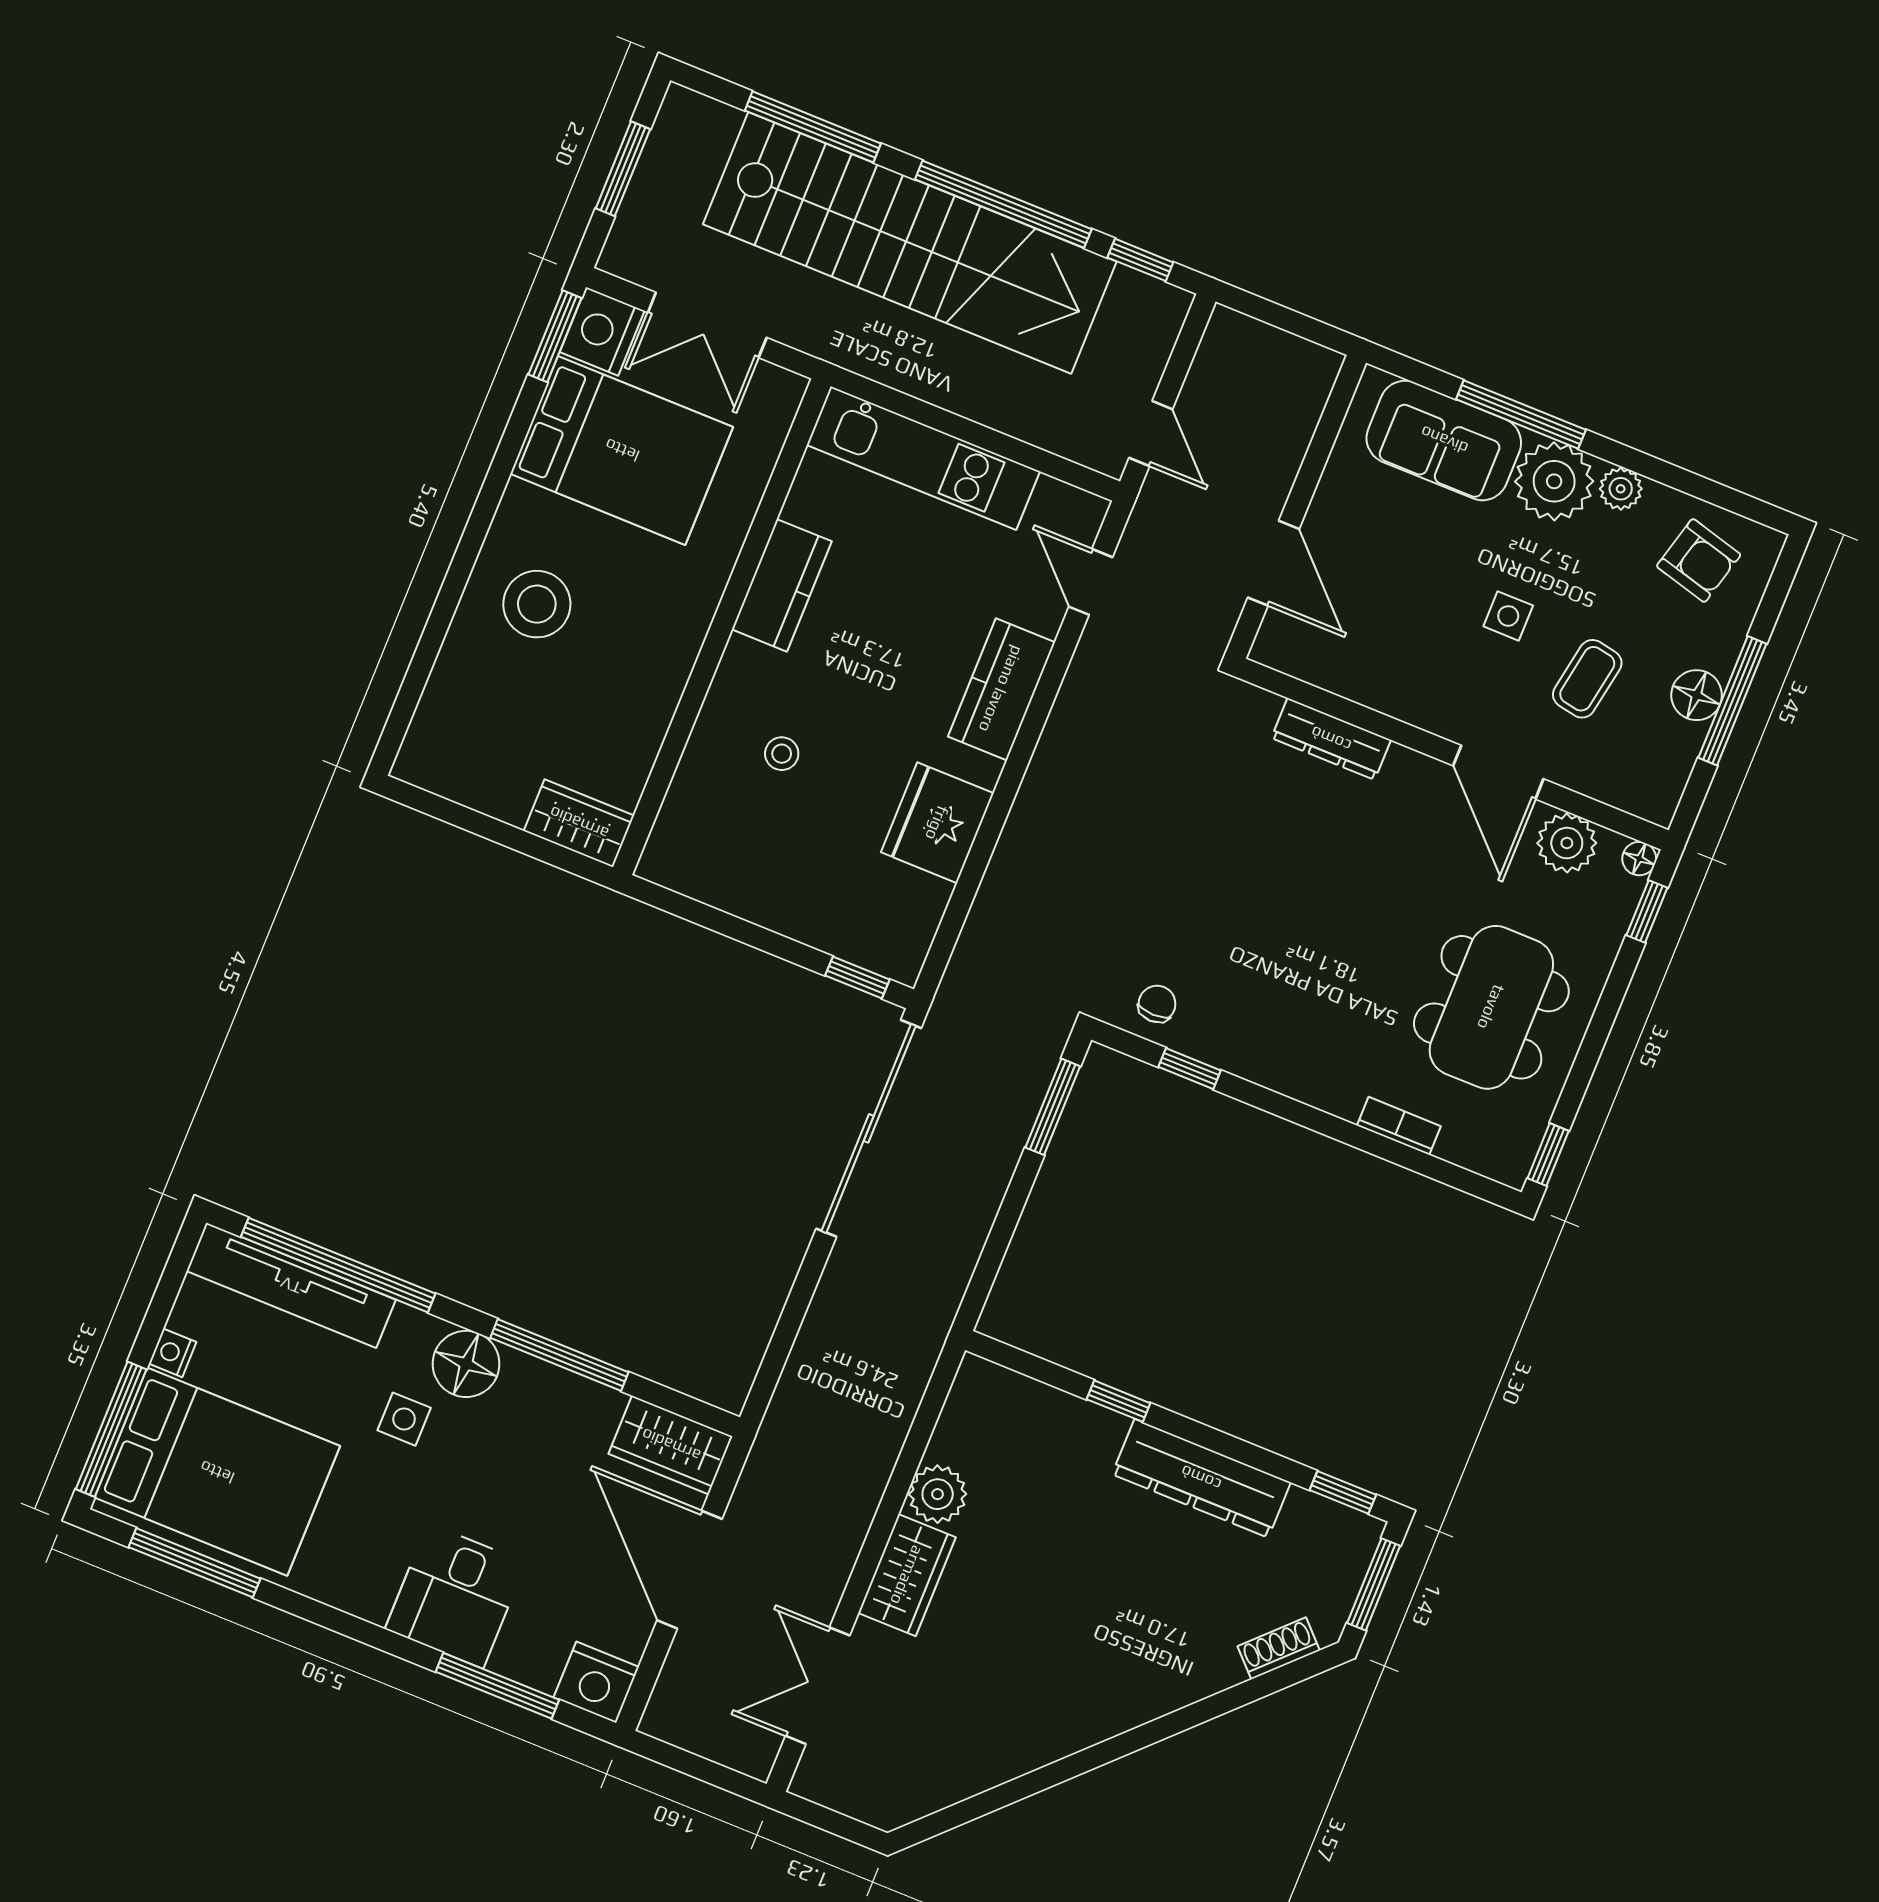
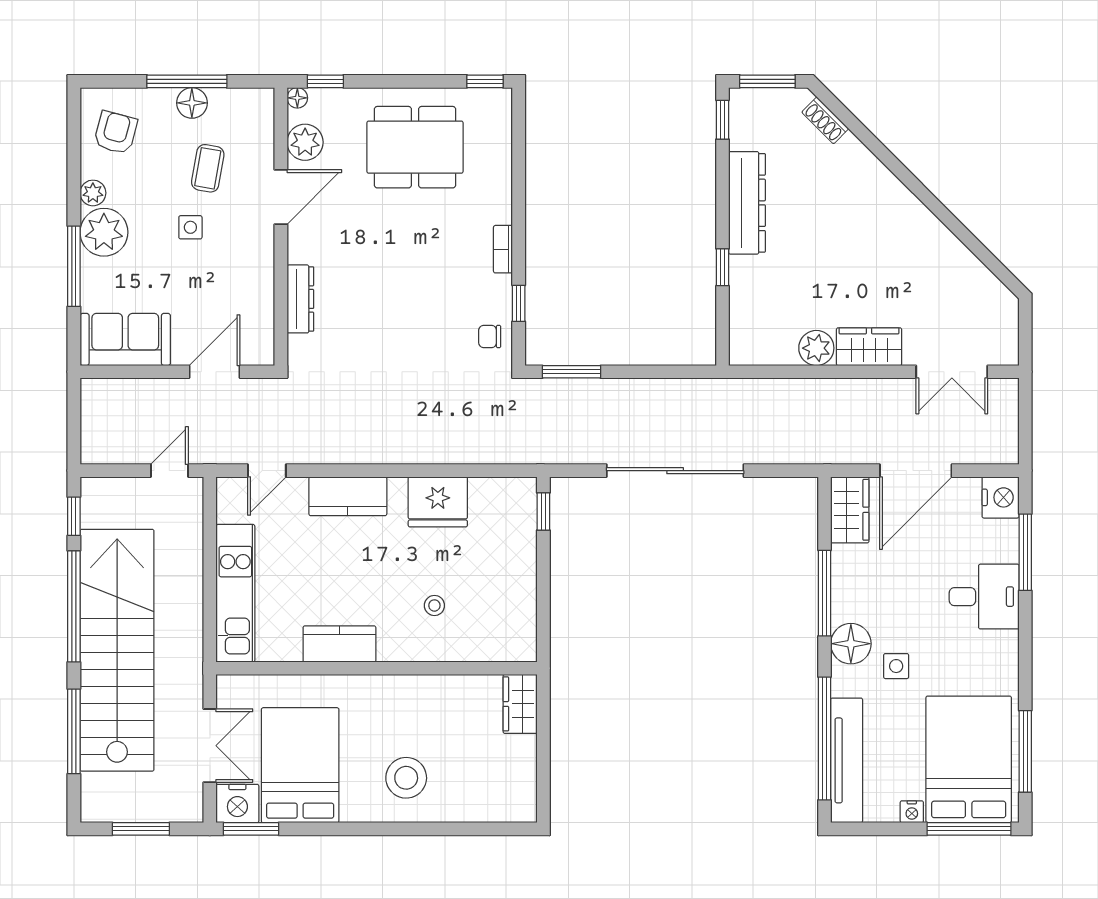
sofa: (1444, 440) -> (125, 339), moved, turned -90
coffee table: (1587, 679) -> (208, 168), turned 90
bookcase: (1399, 1126) -> (503, 249), moved
sliding door: (869, 1128) -> (675, 471), moved

